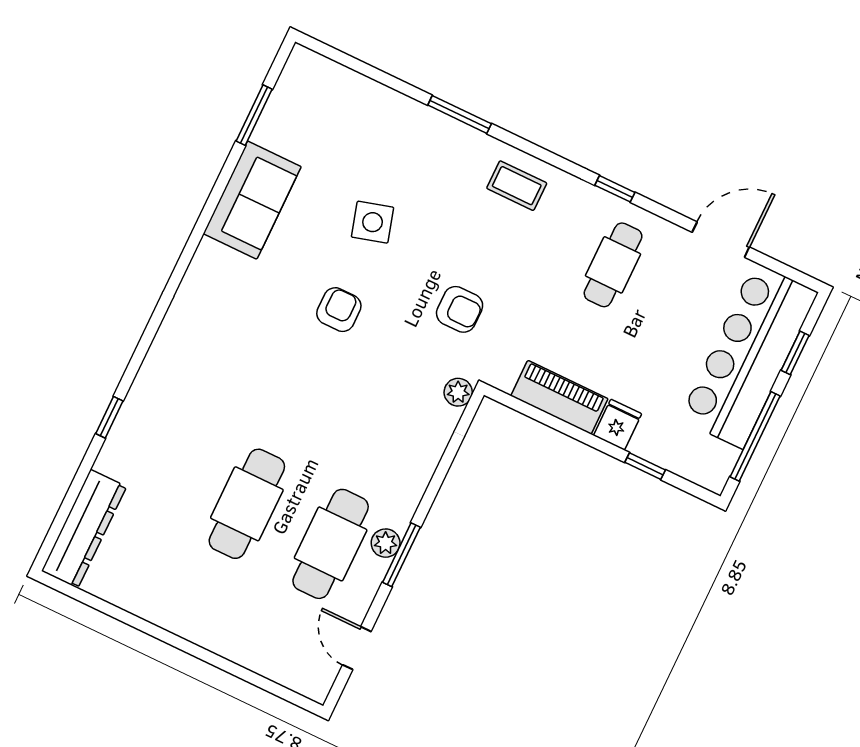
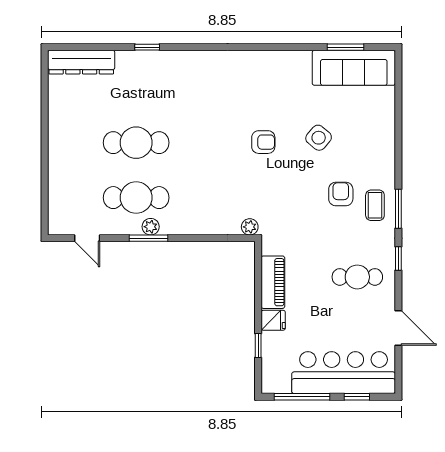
window: (460, 114) -> (398, 209), moved
sofa: (252, 200) -> (354, 68), moved, width x1.36
side table: (373, 222) -> (319, 138), turned -34
armchair: (460, 309) -> (341, 194), moved, turned 180
door: (357, 648) -> (87, 238), swing flipped

